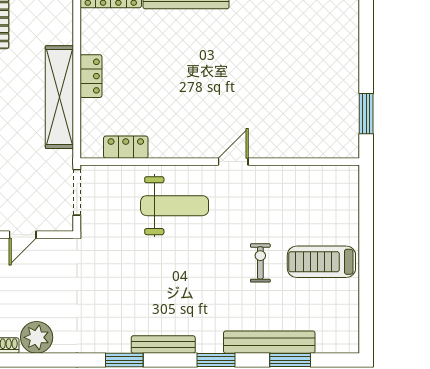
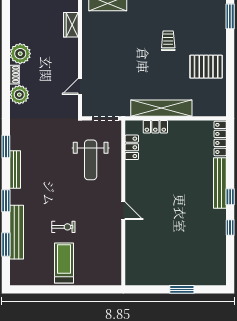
locker: (91, 76) -> (155, 127), moved
window: (366, 114) -> (182, 289), moved
weight bench: (175, 206) -> (91, 160), moved
door: (23, 235) -> (80, 86), hinge flipped

